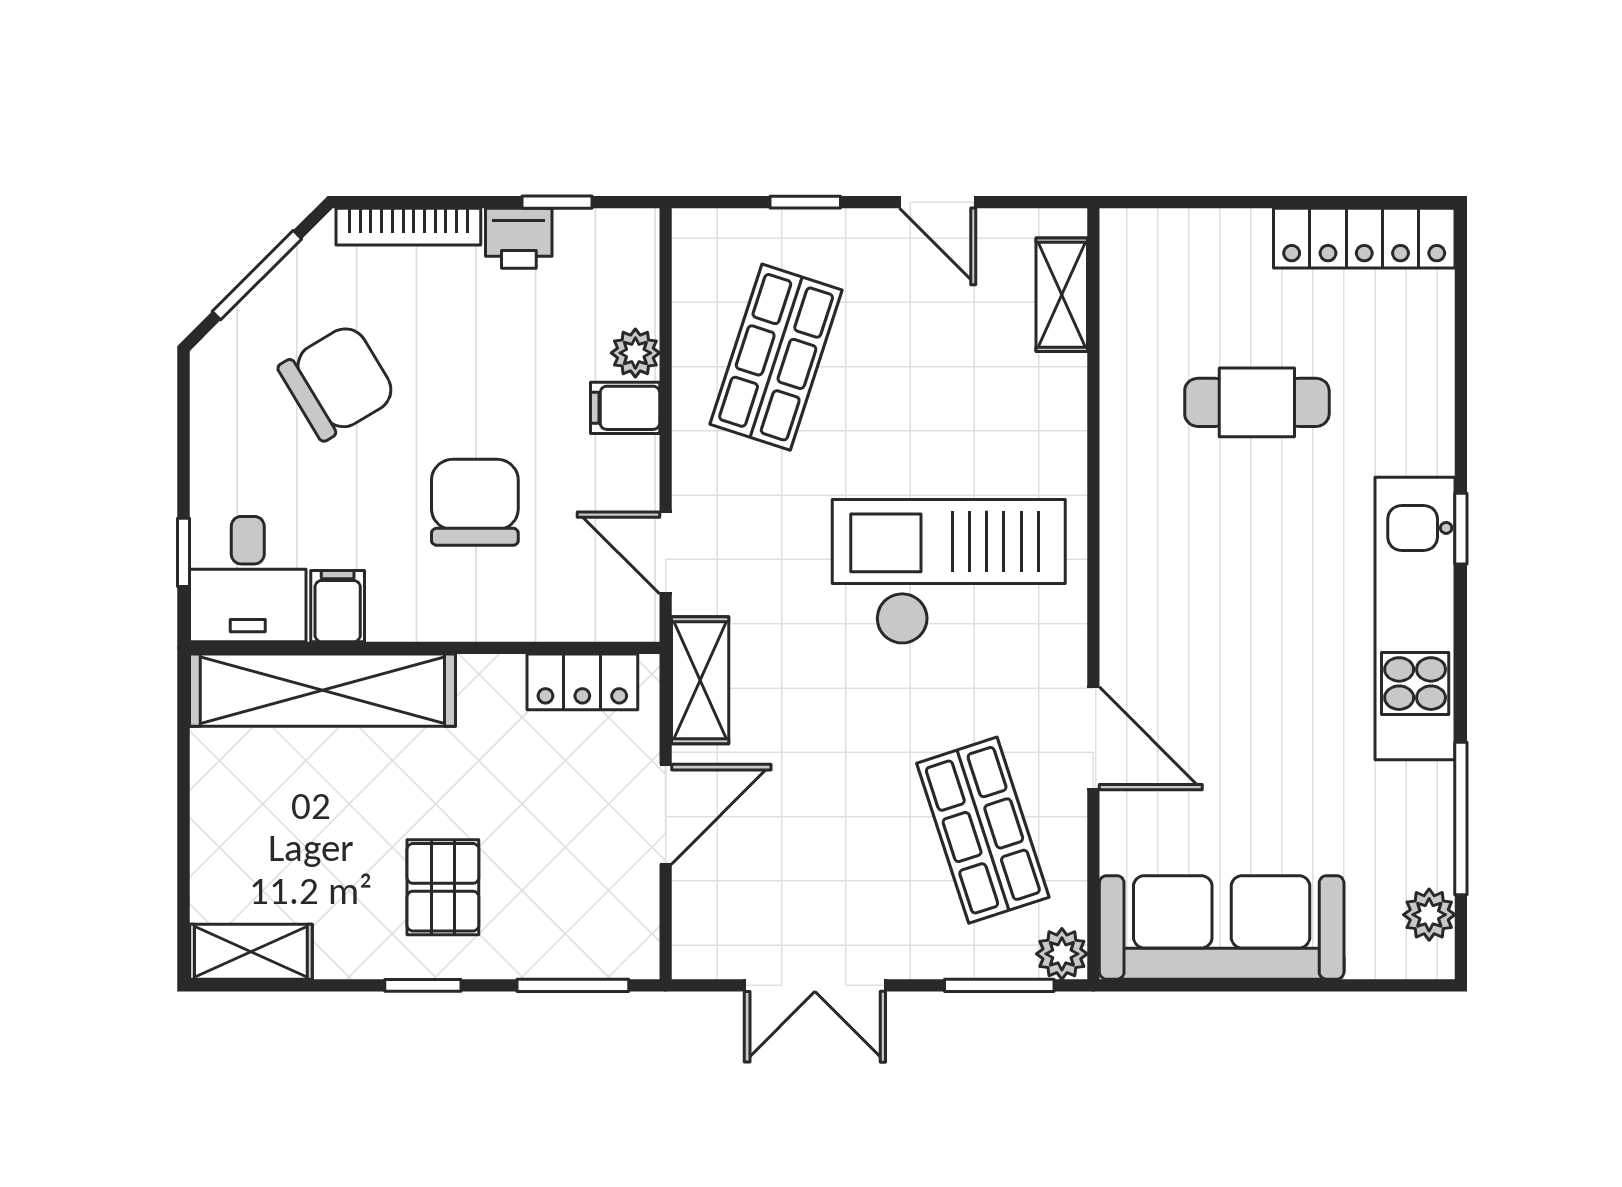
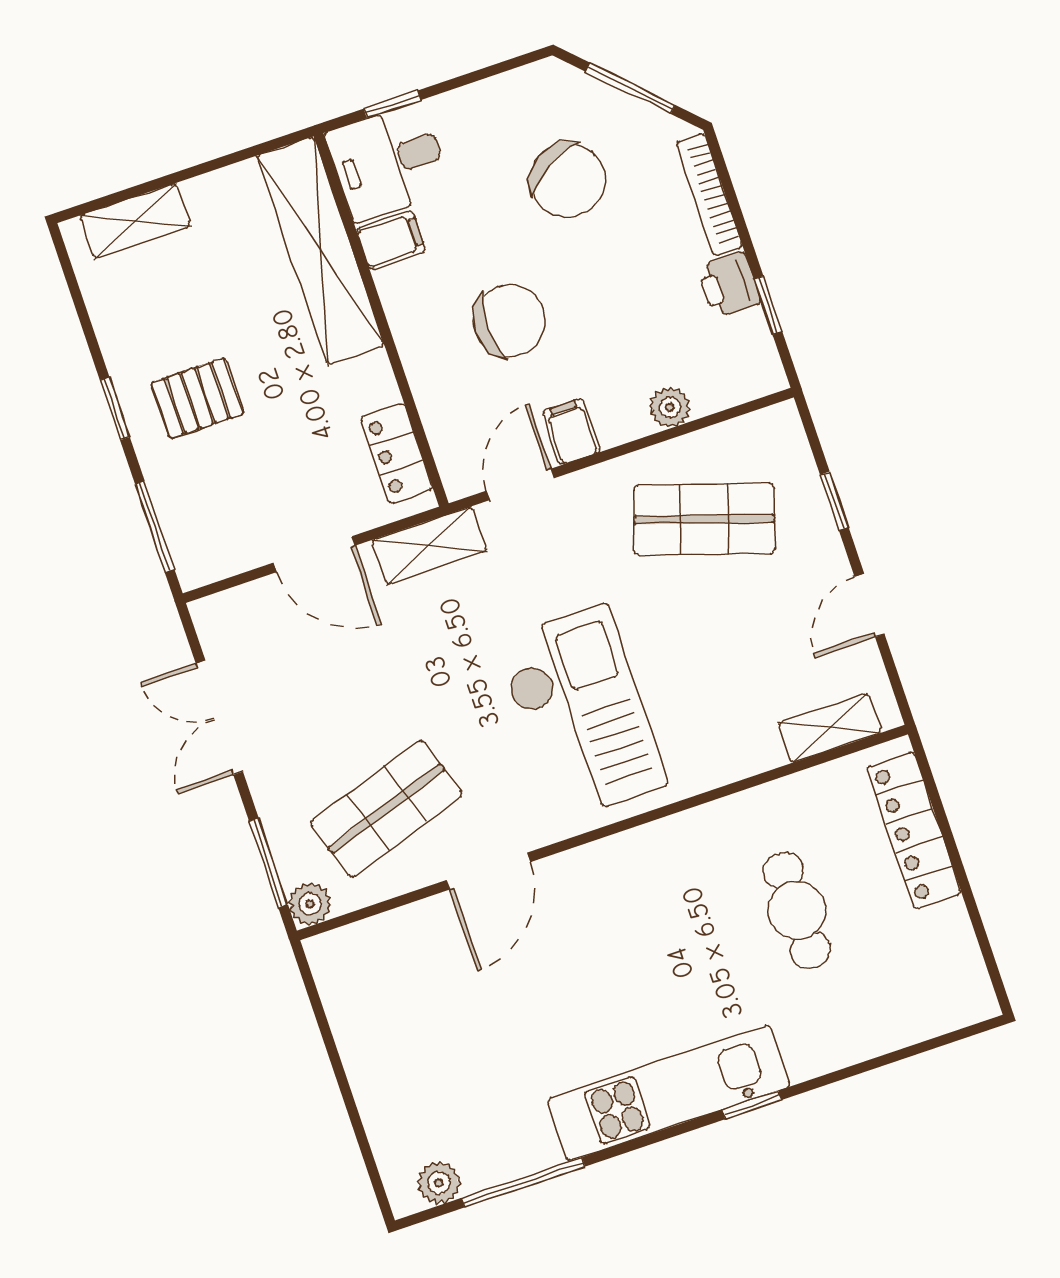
locker: (1364, 238) -> (914, 830), moved
filing cabinet: (625, 408) -> (571, 432), moved
sofa: (1222, 927) -> (374, 1023), removed
shelving: (251, 952) -> (135, 221), moved, turned 90

